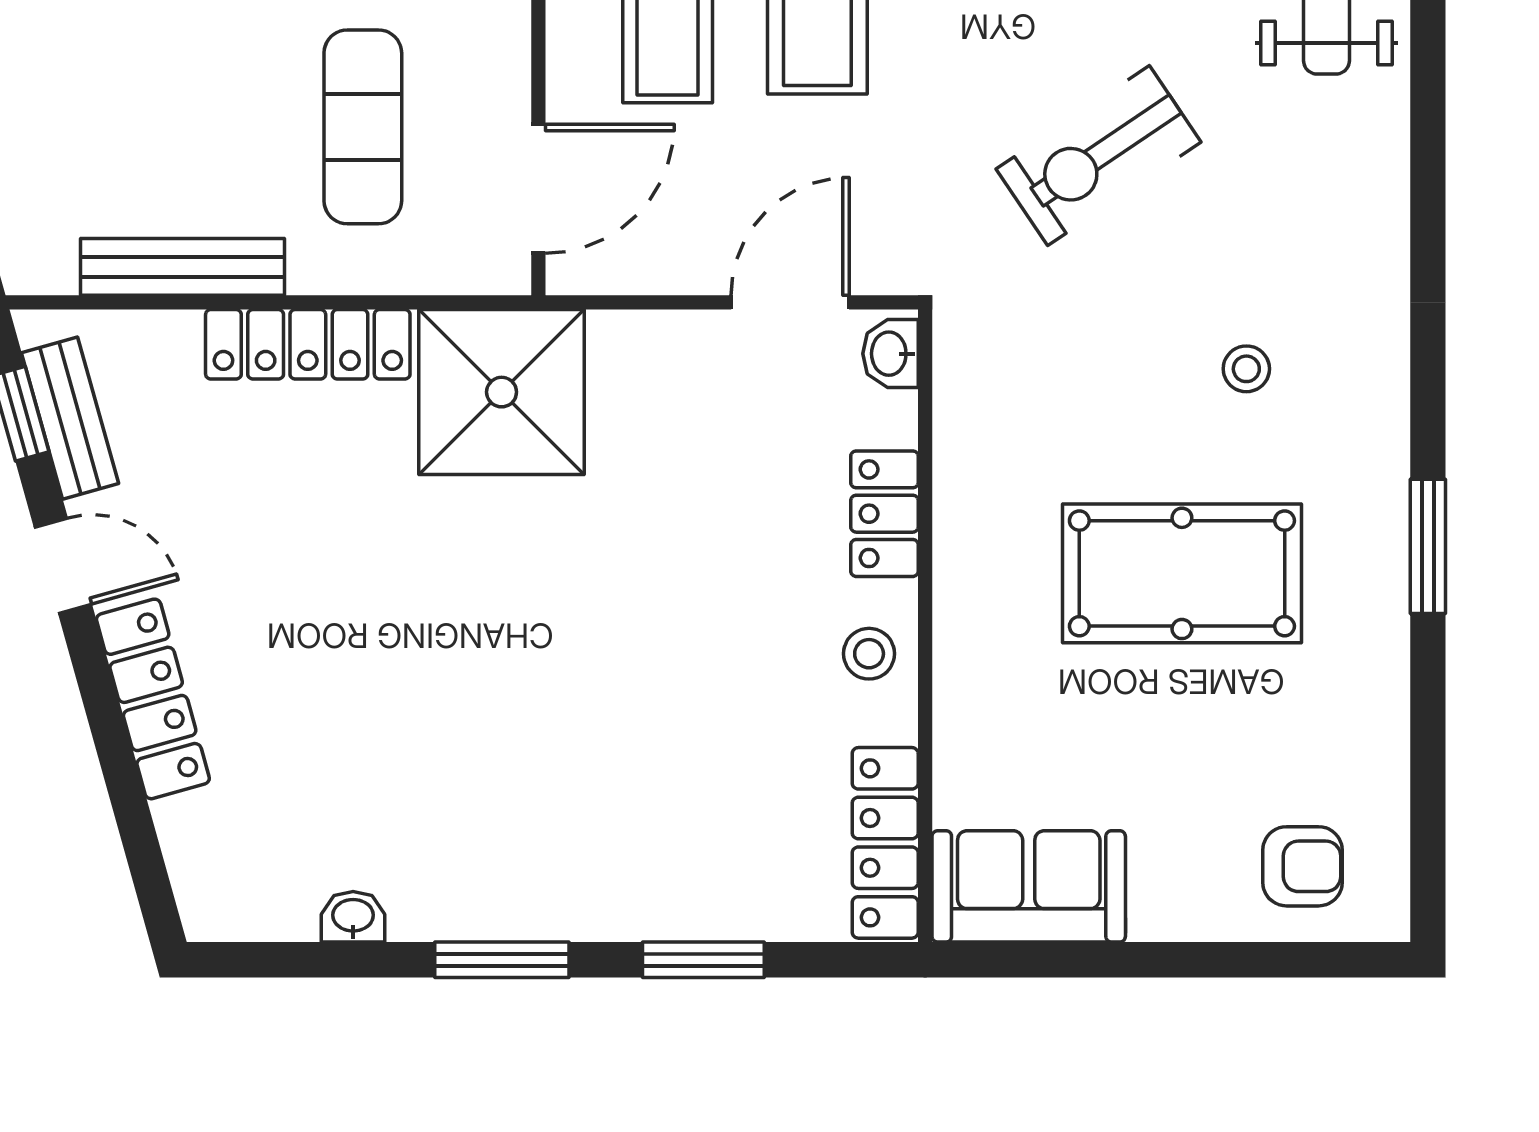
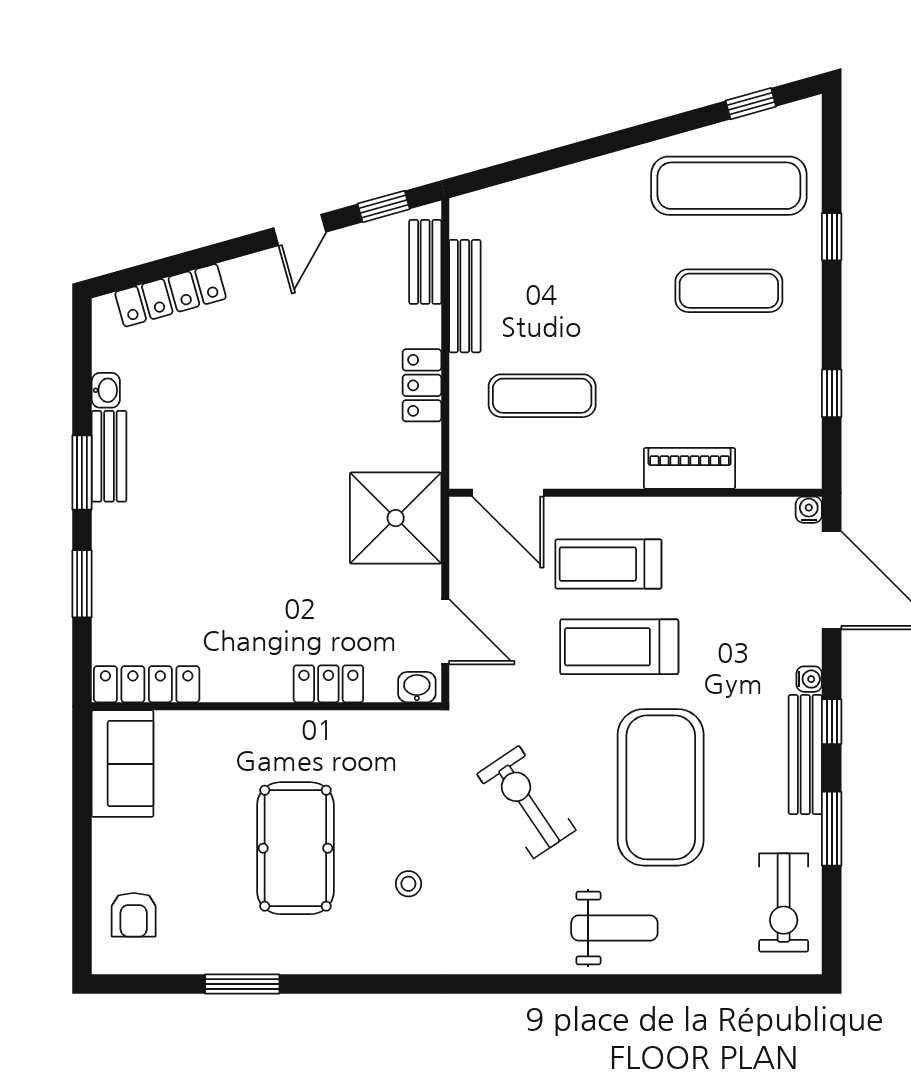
locker: (308, 344) -> (422, 385), width x0.66
shower: (502, 392) -> (396, 518), moved
bench: (70, 418) -> (425, 262), moved, turned -74
window: (1428, 546) -> (242, 984), moved
stool: (869, 654) -> (251, 675), removed
locker: (153, 699) -> (171, 295), moved
bench: (472, 911) -> (109, 456), added

